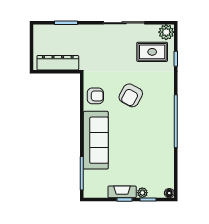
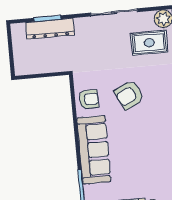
dresser: (58, 63) -> (50, 29), moved, turned 180
armchair: (131, 95) -> (129, 95), turned 35

